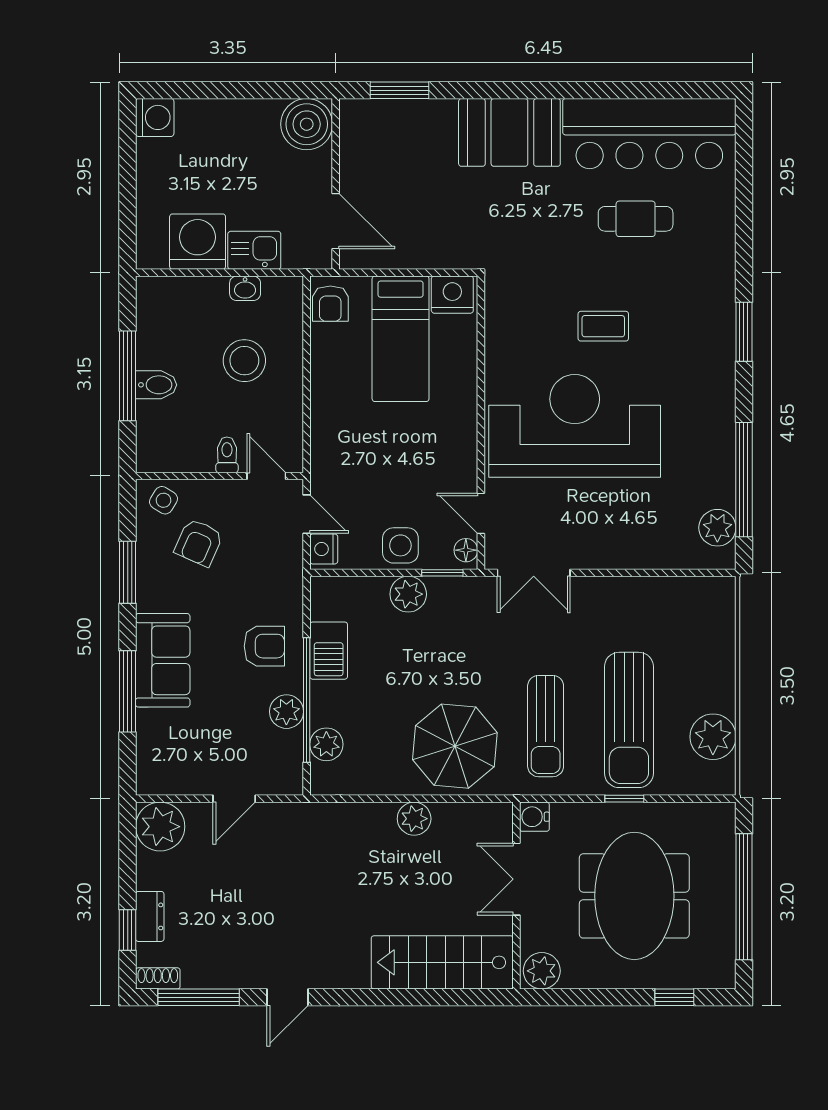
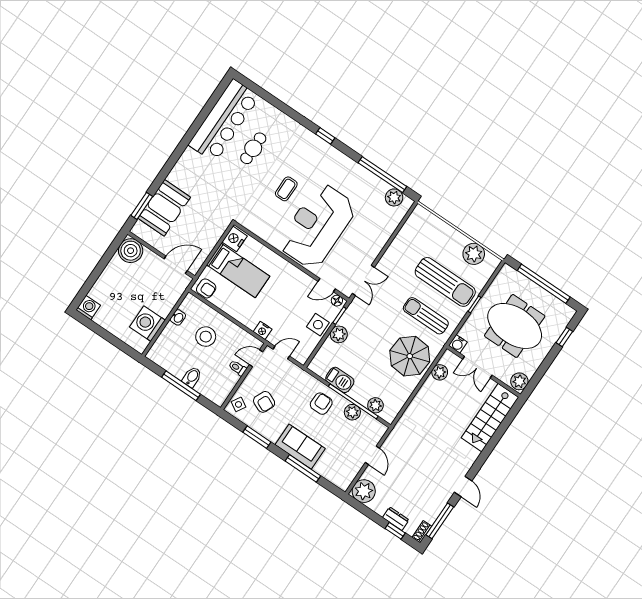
booth: (509, 132) -> (164, 208), moved
kitchen sink: (254, 250) -> (166, 304), removed
window: (744, 332) -> (325, 136), width x0.67
nightstand: (324, 549) -> (263, 330), moved
sun lounger: (546, 726) -> (426, 316), turned 180
plant: (414, 819) -> (440, 372), moved

